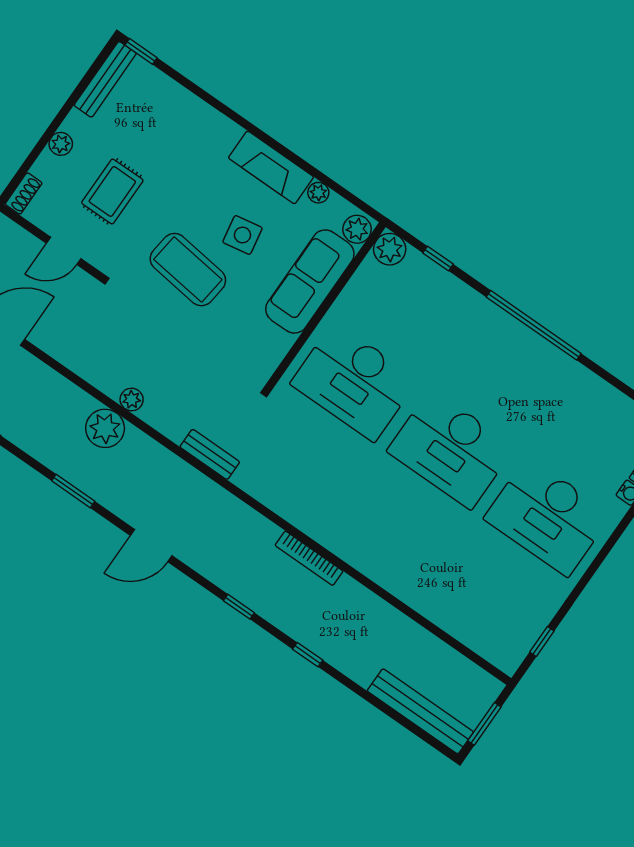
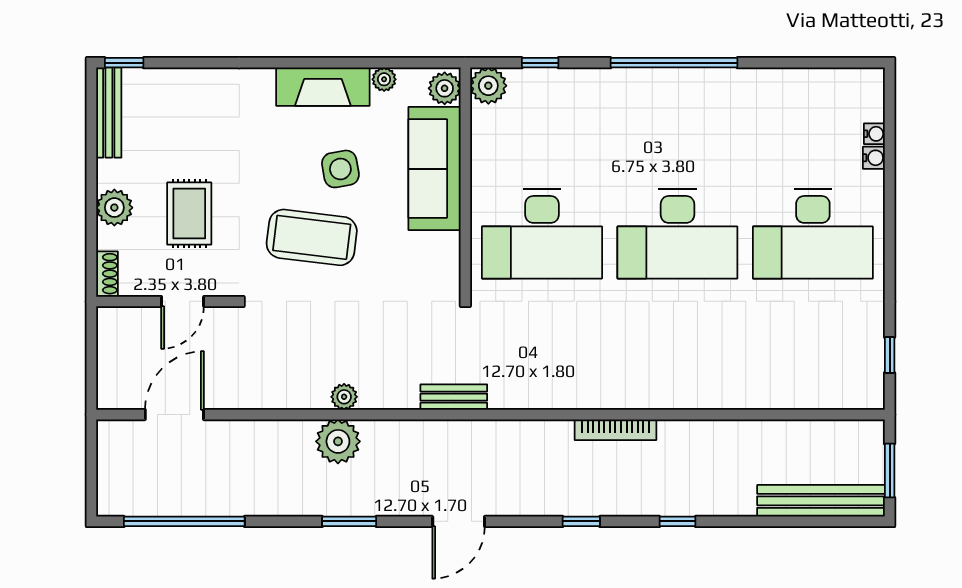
plant: (61, 144) -> (114, 208), width x1.38, depth x1.38

